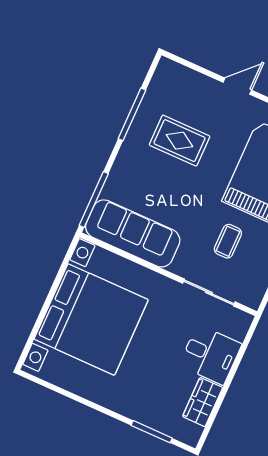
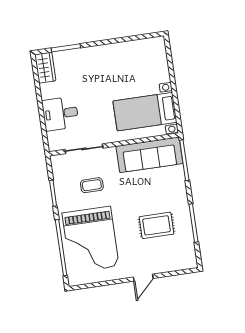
coffee table: (228, 241) -> (92, 185), turned 90
bed with nightstands: (91, 319) -> (145, 112), width x0.54
wardrobe: (203, 402) -> (45, 68), moved

